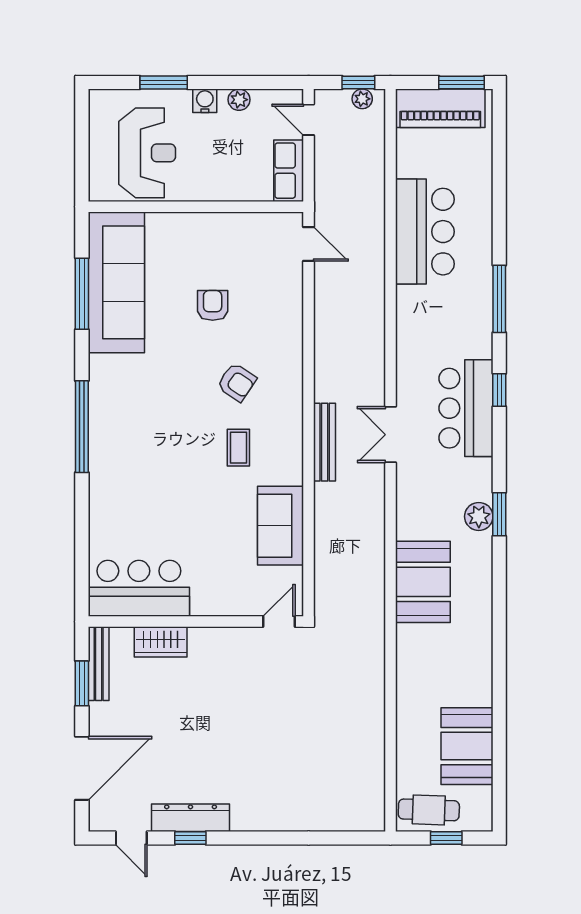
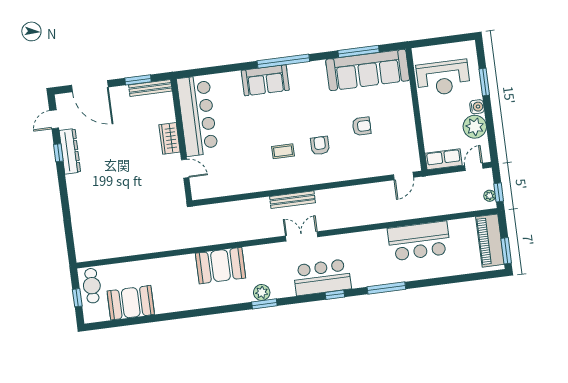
plant: (239, 100) -> (475, 127), width x1.88, depth x1.88
armchair: (237, 382) -> (320, 146), turned 146
sofa: (281, 526) -> (265, 80), moved, turned 180
bar counter: (139, 588) -> (197, 116), width x1.36
door: (279, 622) -> (185, 169), moved
wardrobe: (161, 642) -> (169, 138), moved

